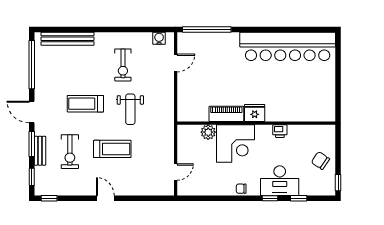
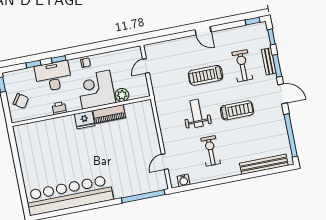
fridge: (255, 113) -> (85, 120), moved
piano: (226, 114) -> (109, 114), moved
wall: (256, 123) -> (81, 111), moved
printer: (280, 131) -> (59, 108), moved
plant: (208, 132) -> (122, 95), moved
corner desk: (235, 144) -> (96, 90), moved

